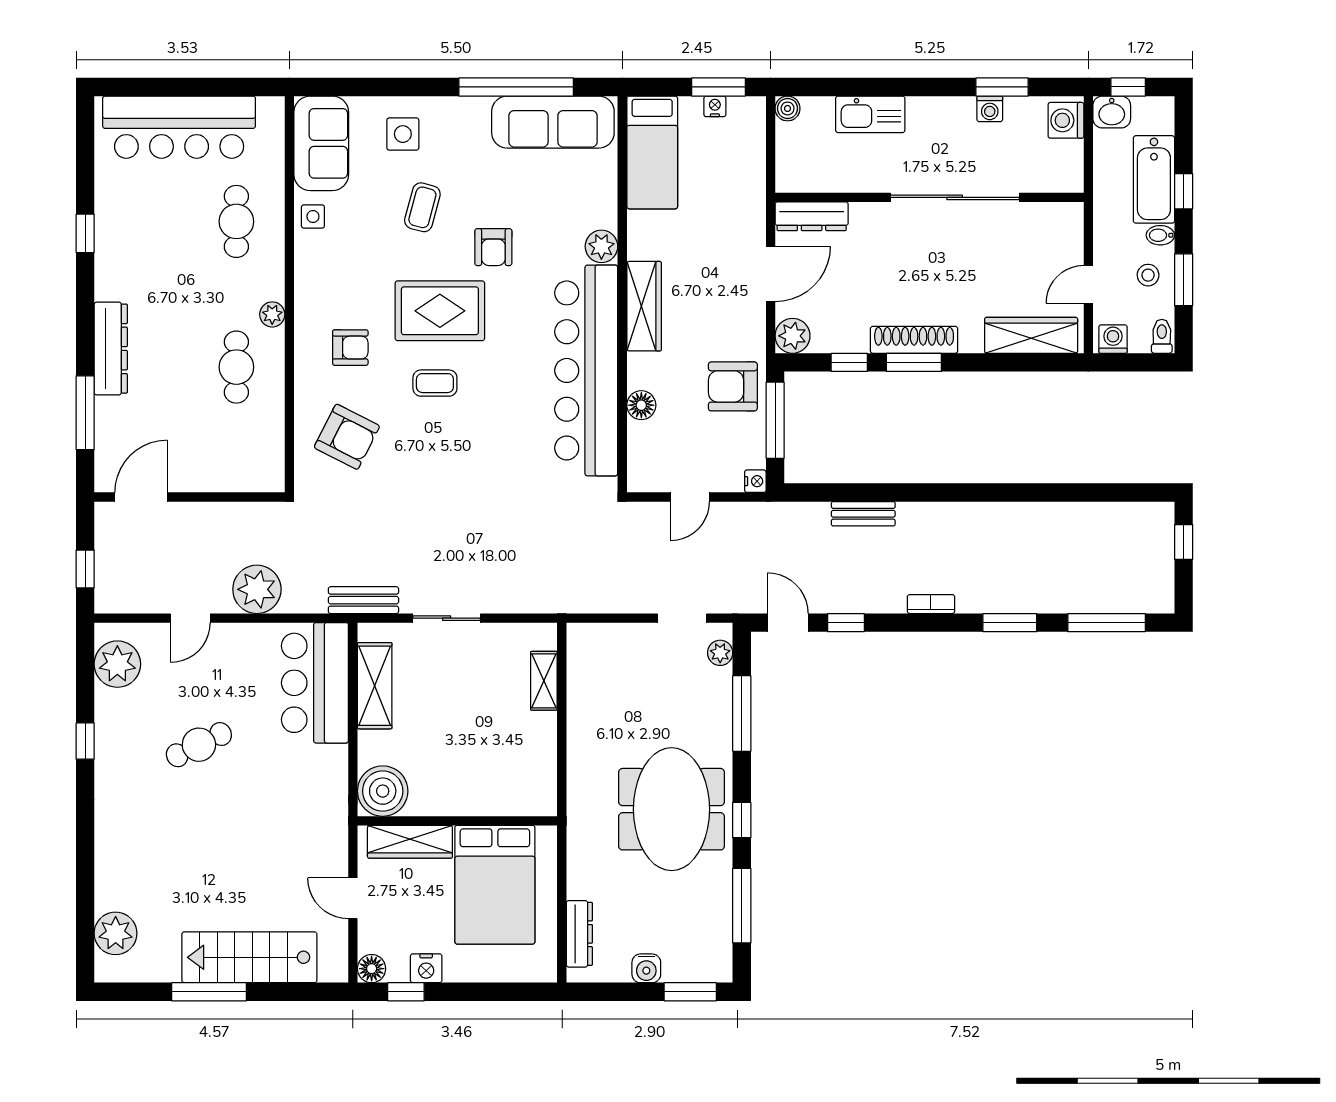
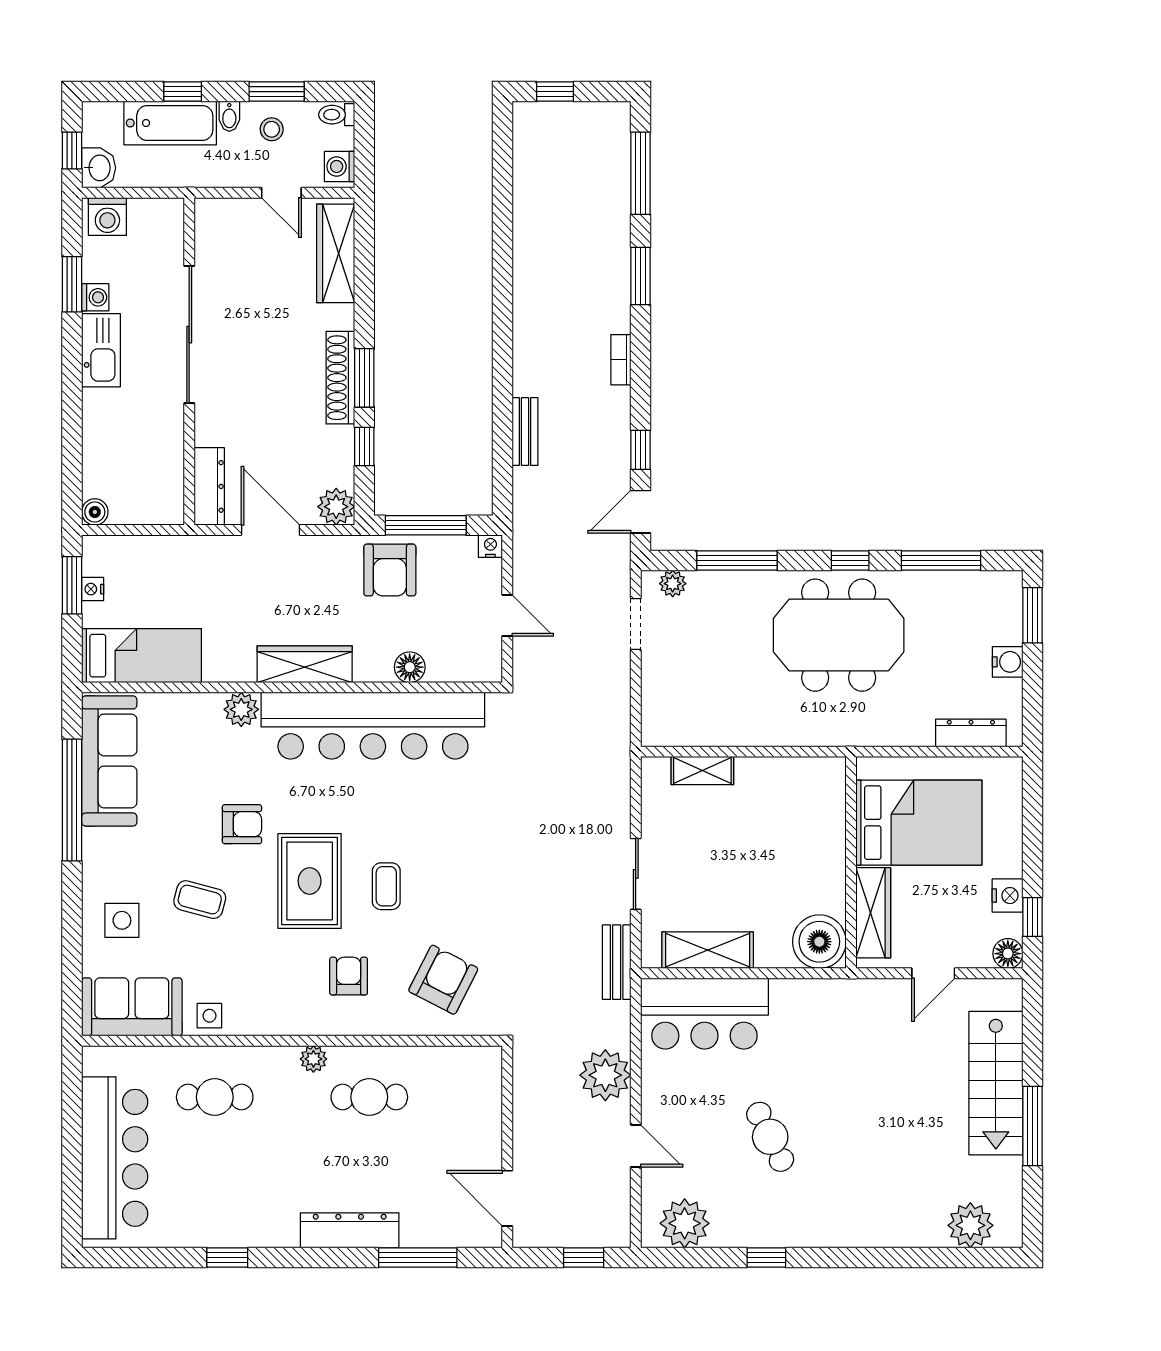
kitchen sink: (870, 114) -> (101, 350), moved

